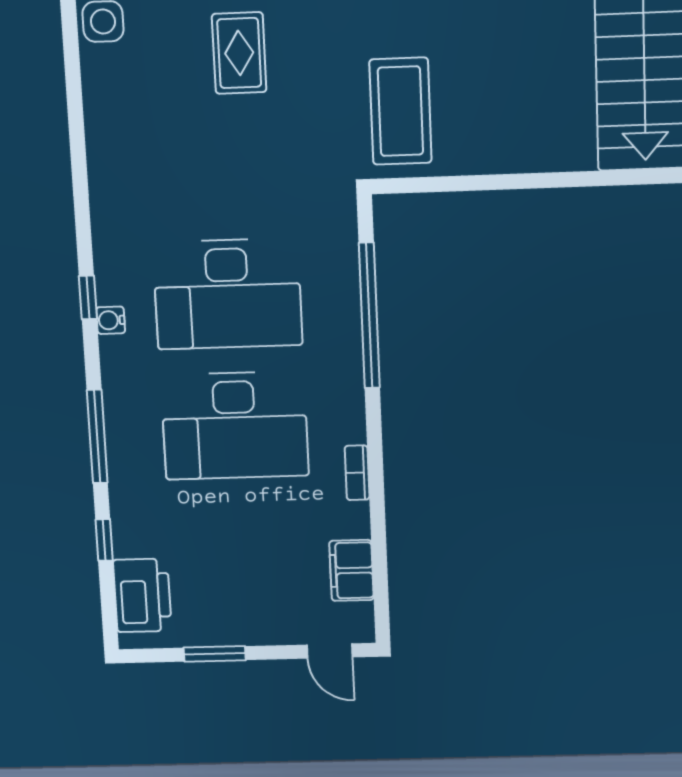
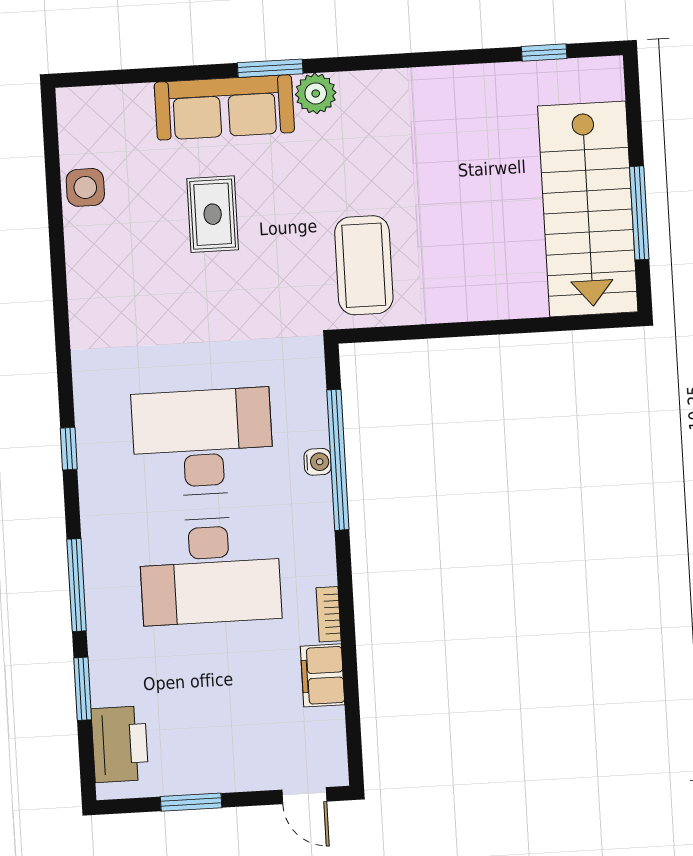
desk: (228, 294) -> (203, 442), turned 180
water cooler: (111, 320) -> (318, 462), moved, turned 180
window: (104, 540) -> (83, 689), width x1.50
filing cabinet: (352, 570) -> (323, 675), moved

